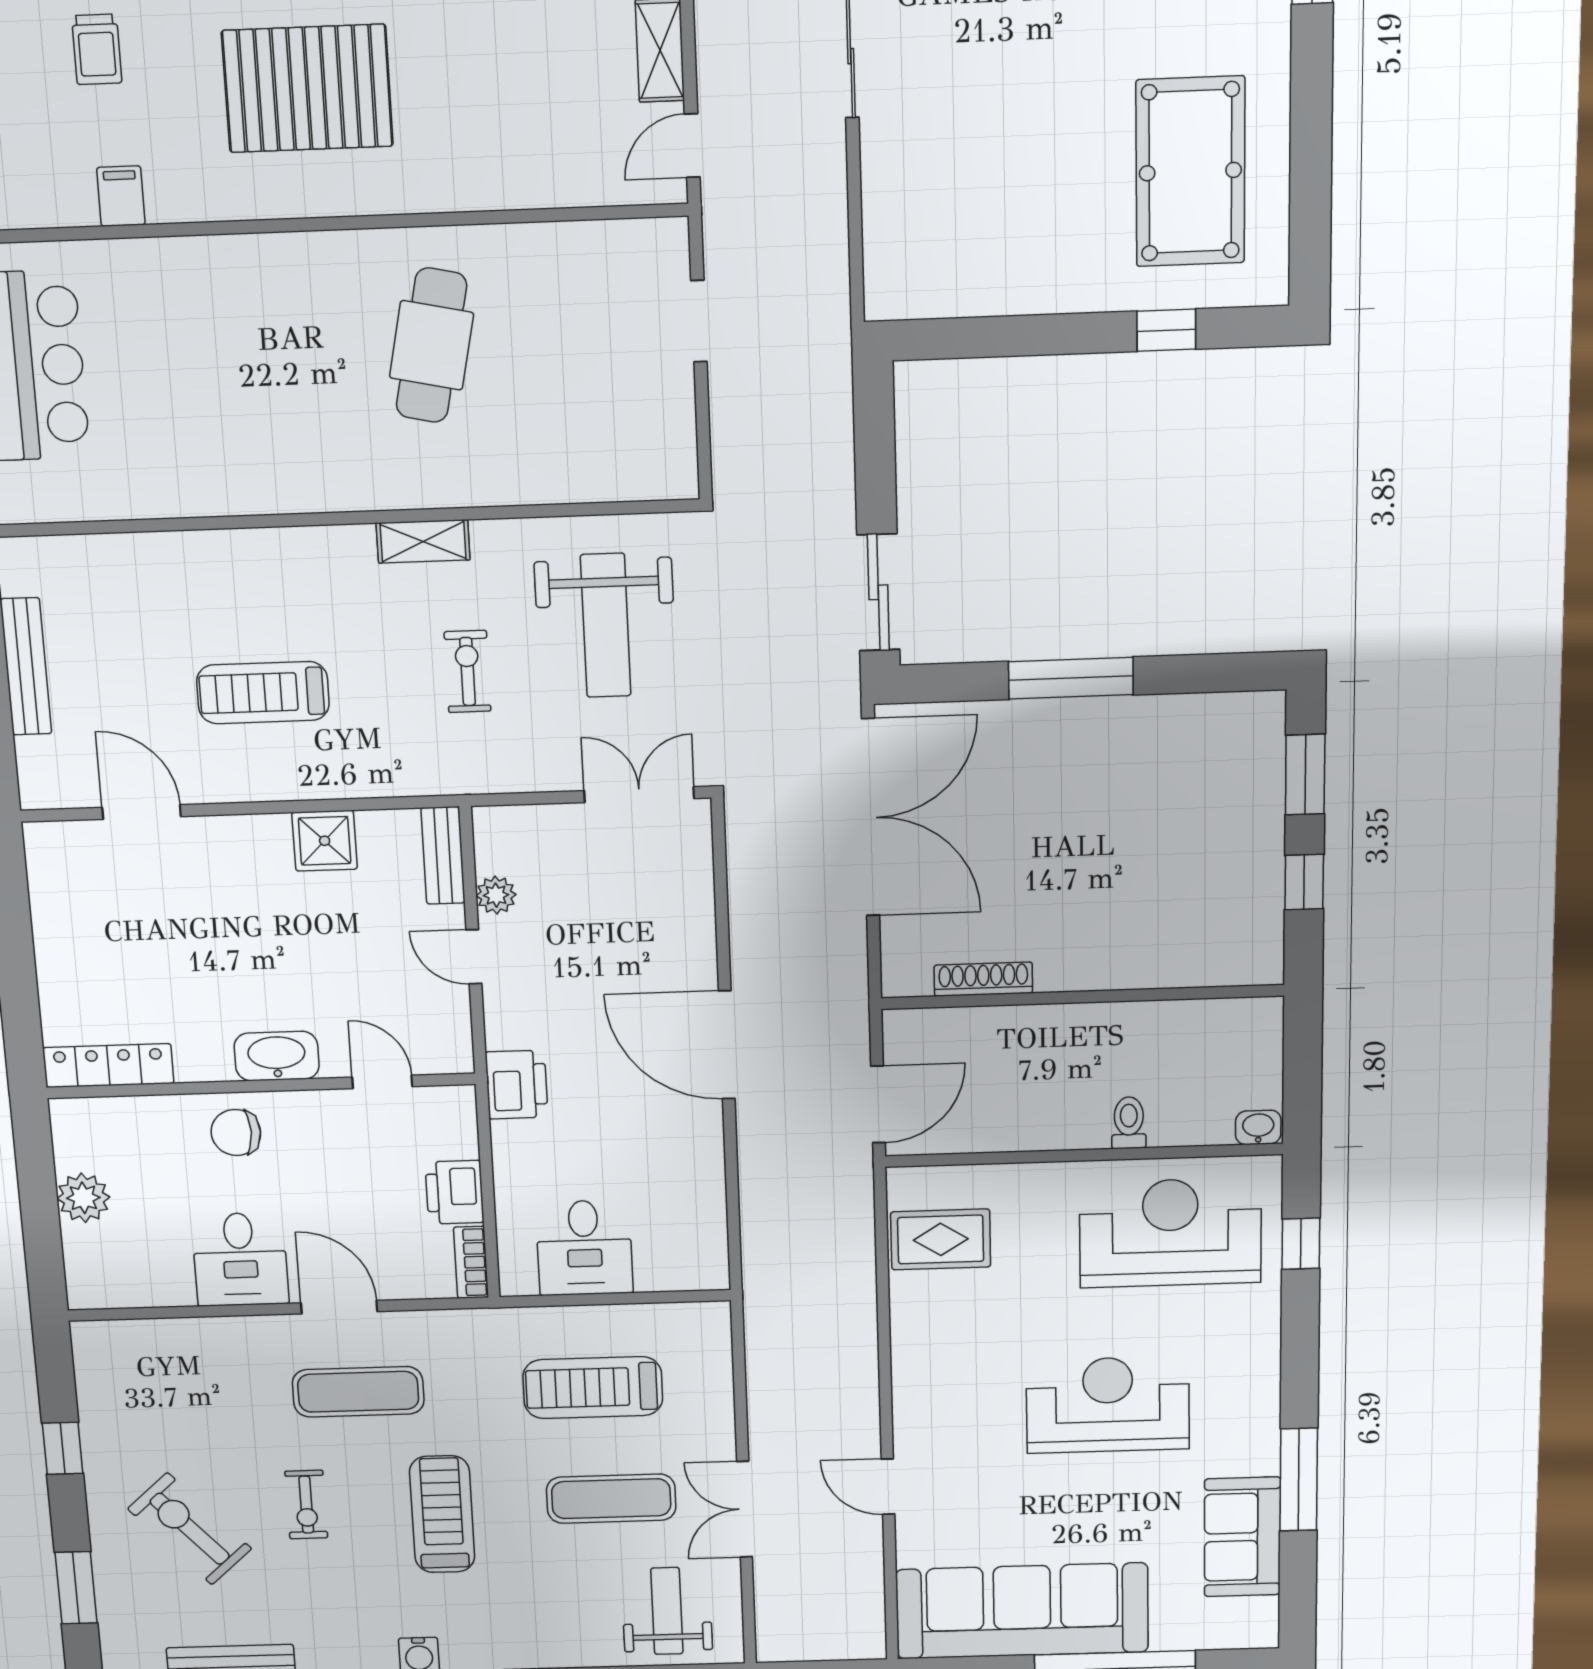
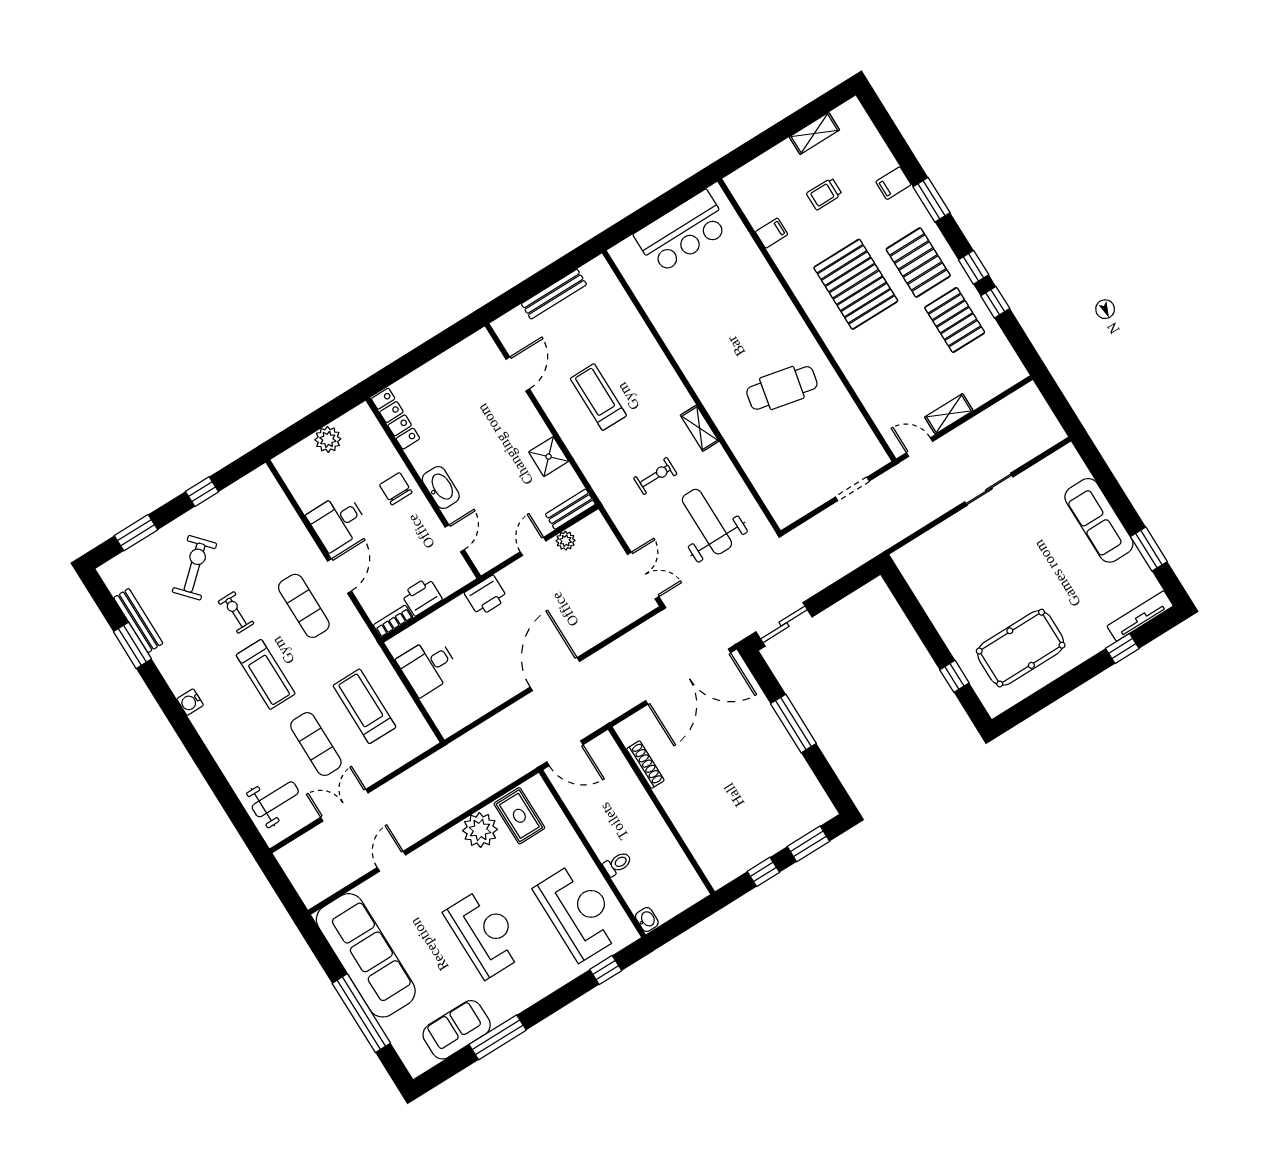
weight bench: (606, 625) -> (707, 522), turned 90
plant: (925, 1317) -> (480, 830), added
exercise bike: (306, 1505) -> (236, 612), turned 90
treadmill: (442, 1514) -> (266, 674), turned 90

